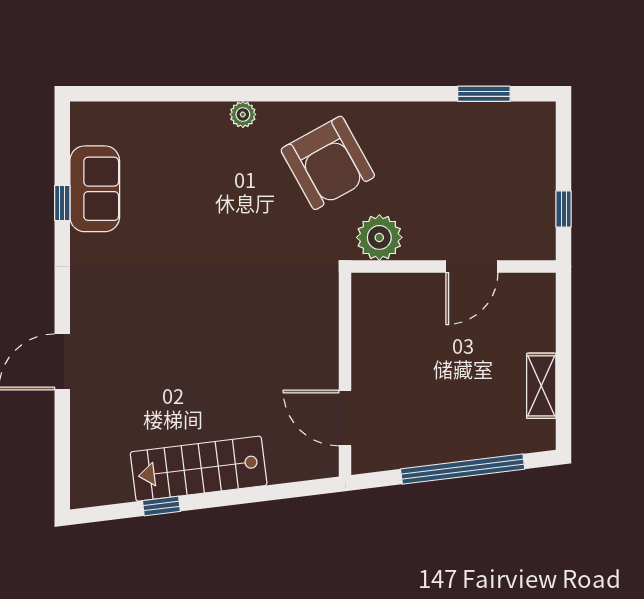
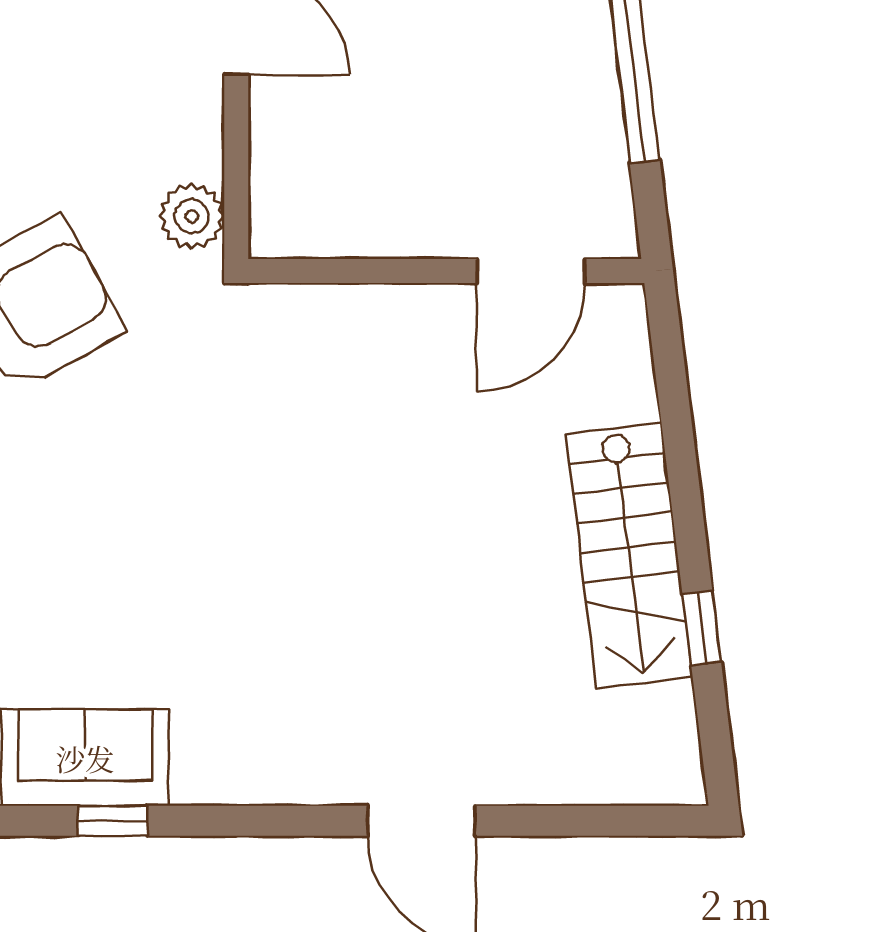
plant: (379, 237) -> (192, 216), width x0.73, depth x0.73

